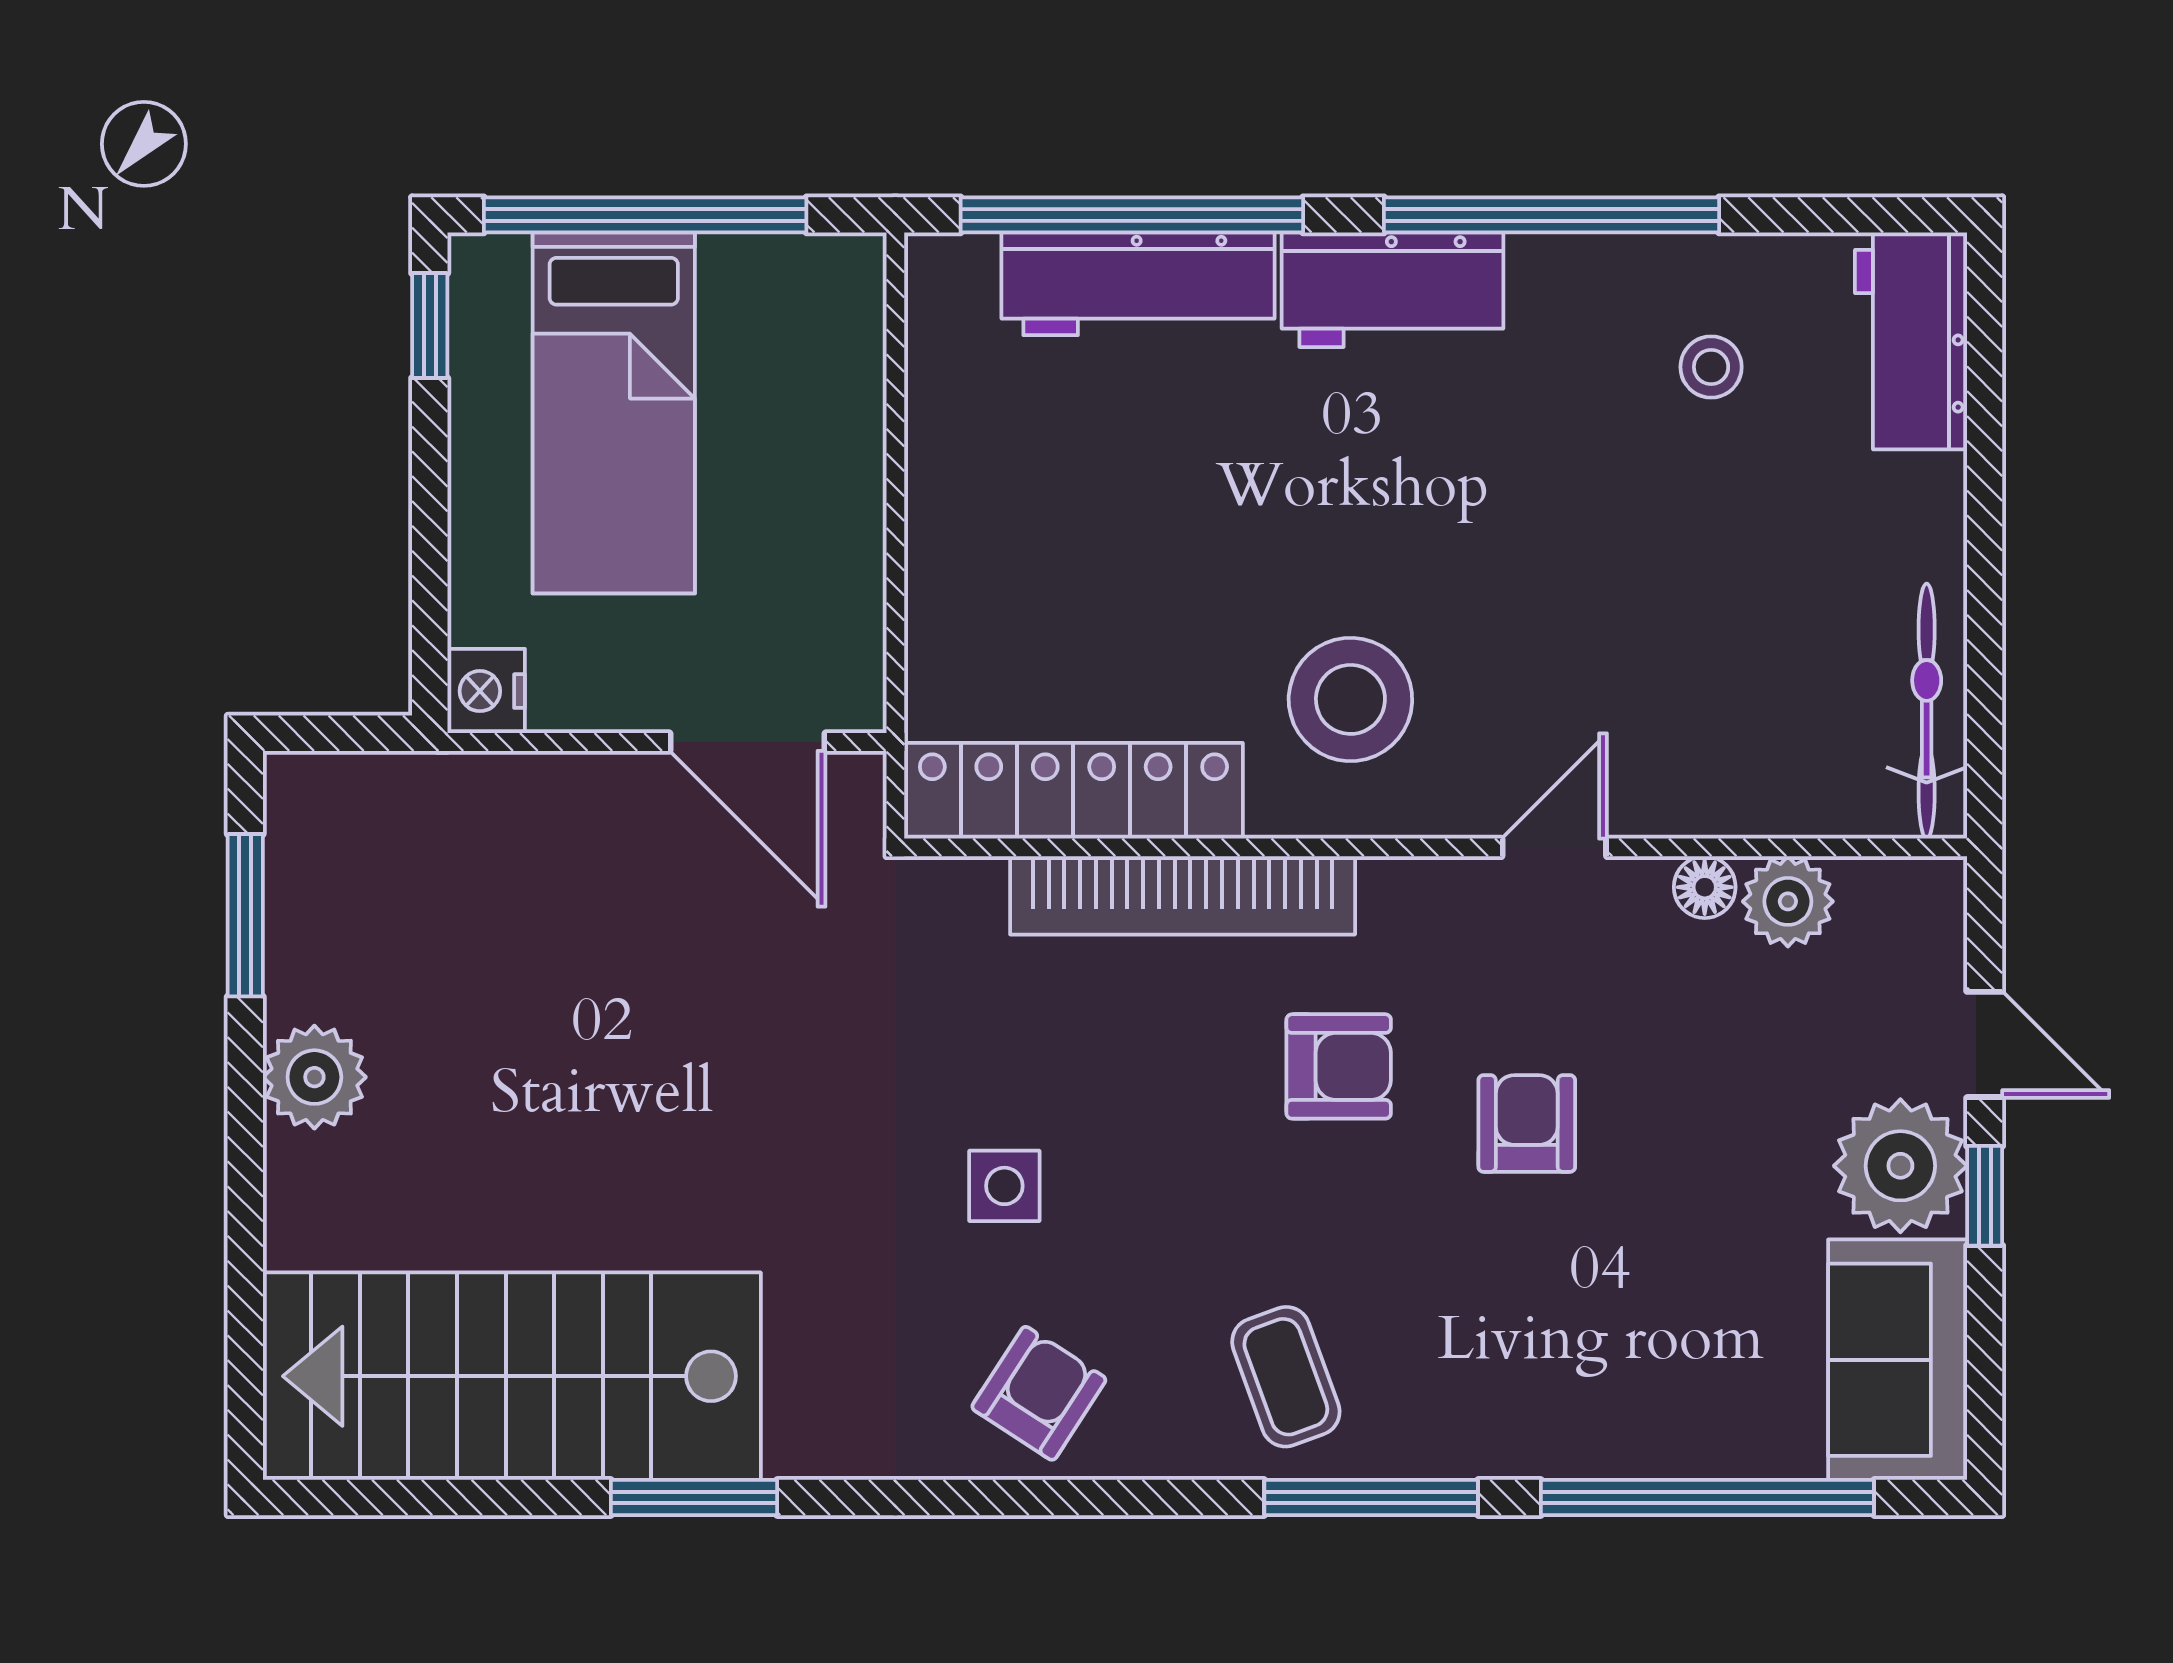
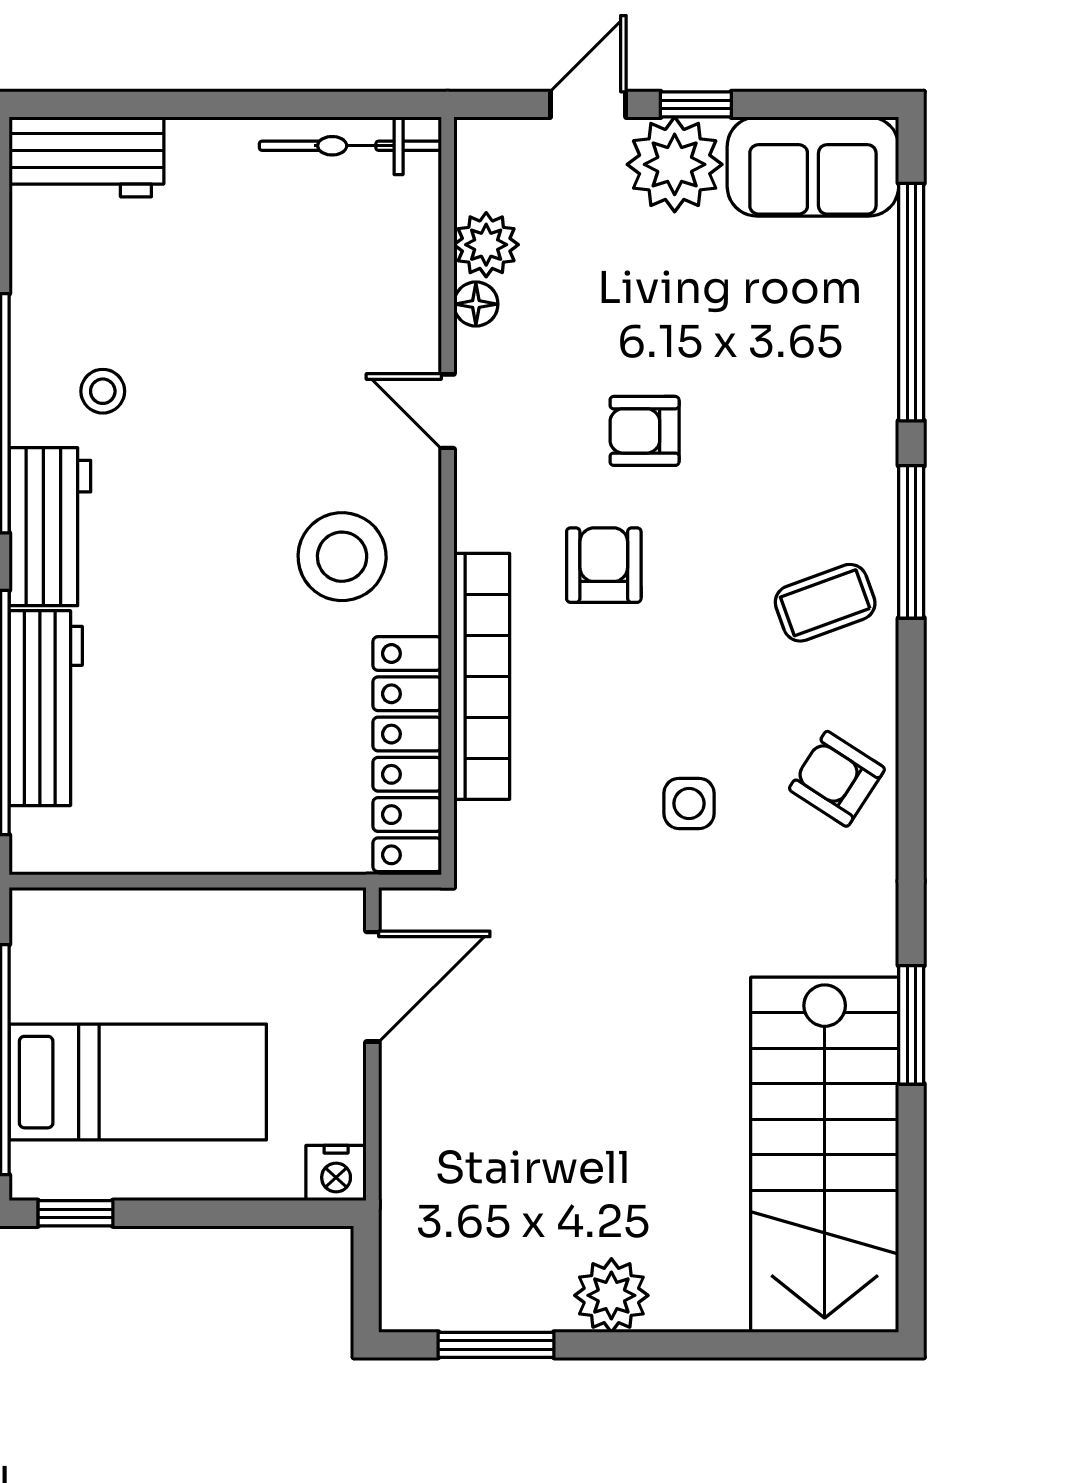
stool: (1711, 367) -> (103, 391), moved

